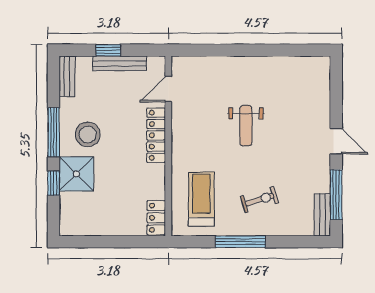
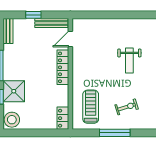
bench: (120, 63) -> (51, 23), moved
weight bench: (246, 126) -> (129, 61), moved
stool: (88, 134) -> (12, 120), moved

